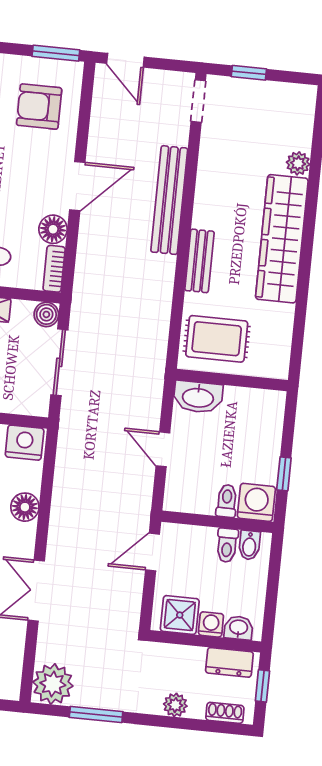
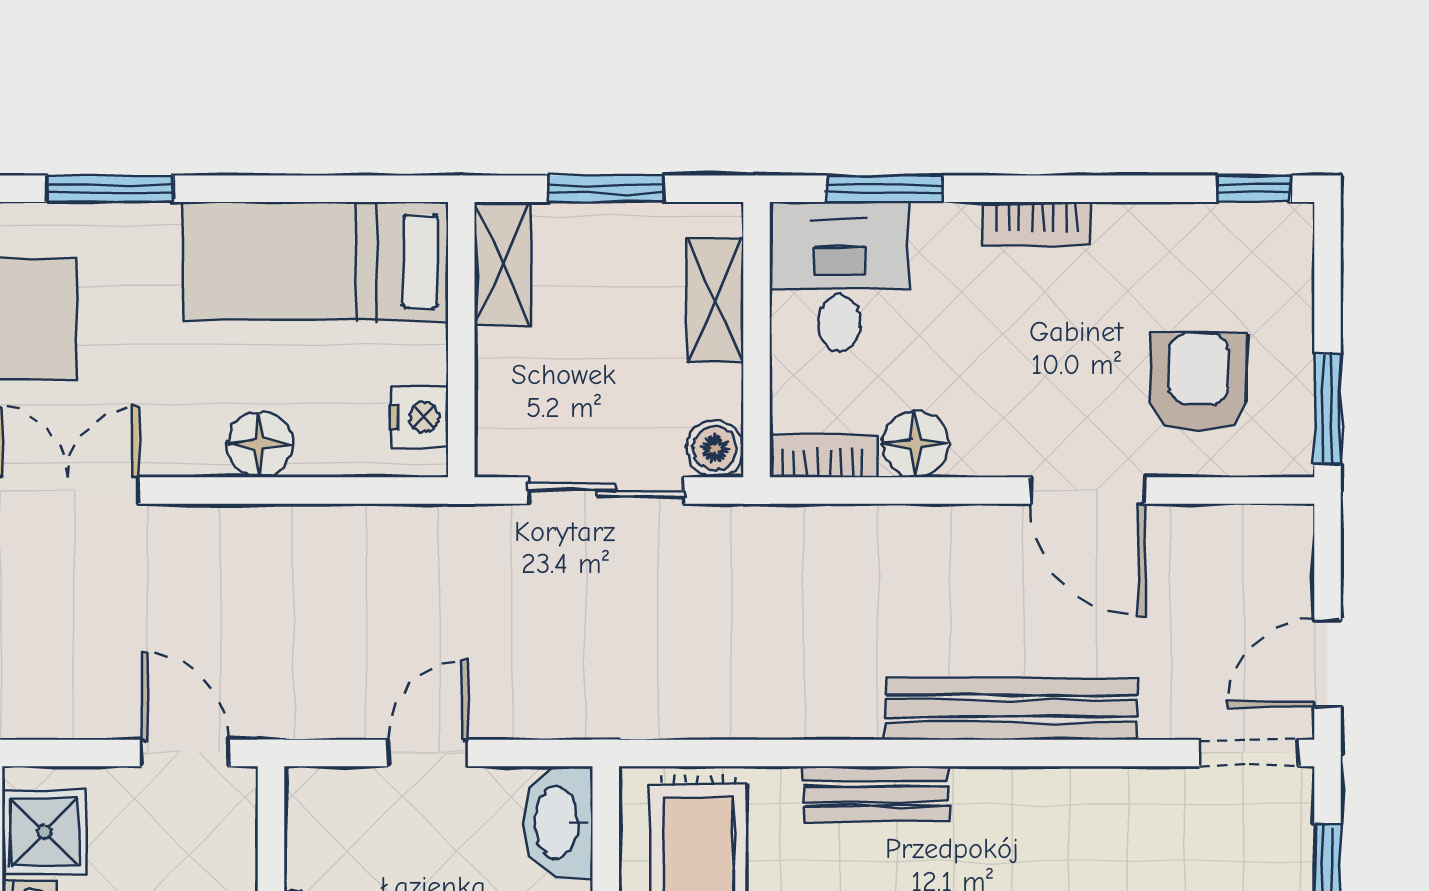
door: (125, 60) -> (1327, 663), moved
door: (77, 186) -> (1088, 490), moved
nightstand: (25, 443) -> (420, 417), width x0.74, depth x0.75

